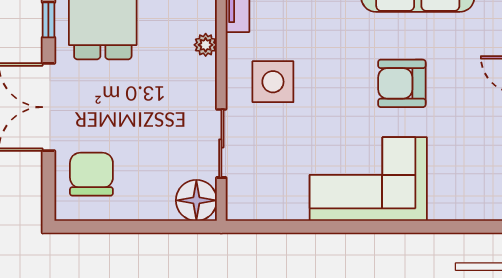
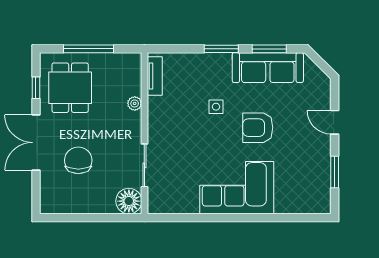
side table: (273, 82) -> (216, 107), moved, width x0.54, depth x0.54
chair: (91, 174) -> (78, 160), moved

